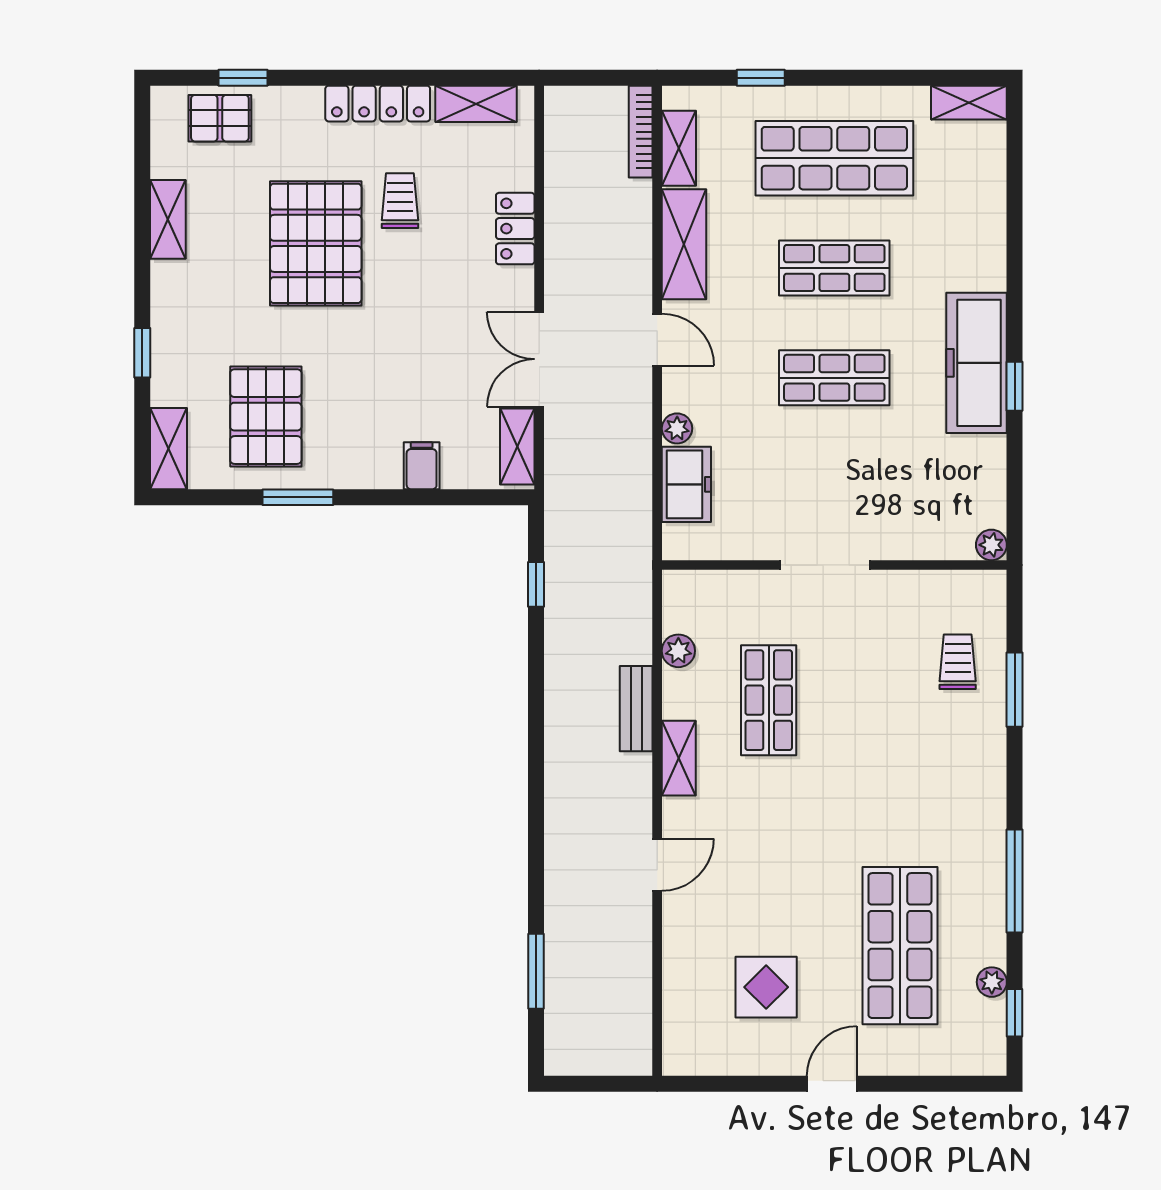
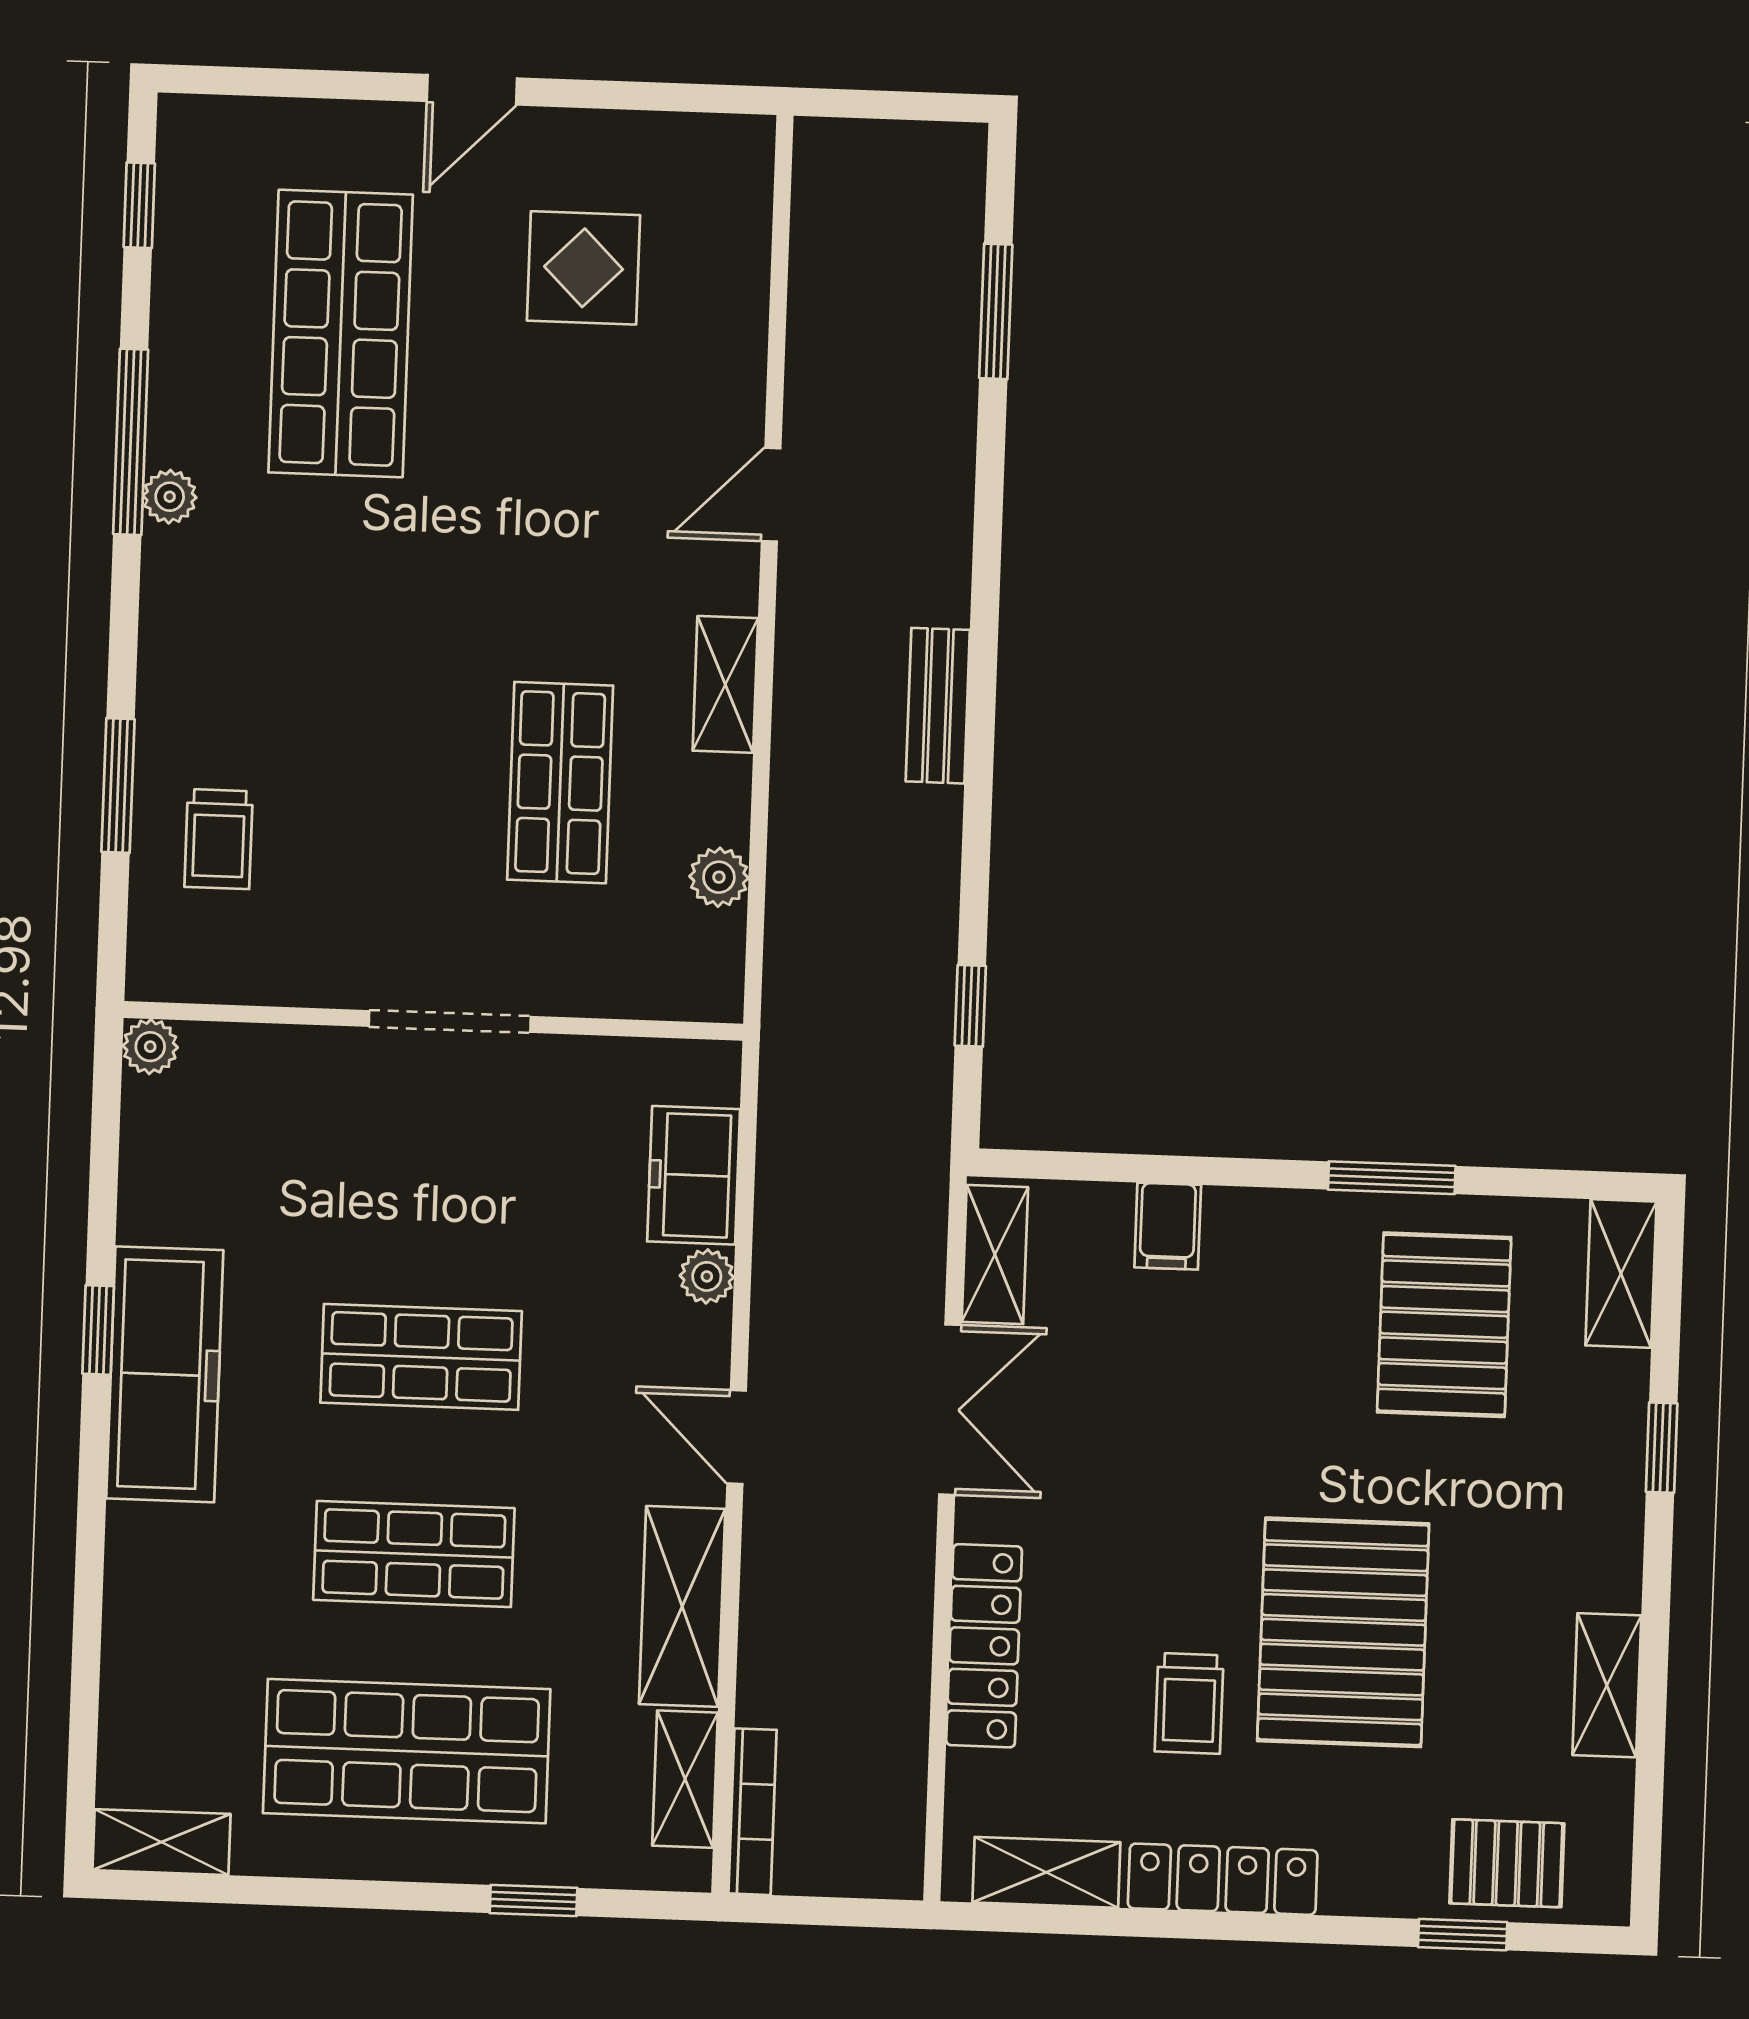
locker: (515, 229) -> (984, 1646), width x1.53
bench: (636, 709) -> (938, 706), moved
plant: (992, 982) -> (170, 497), moved

